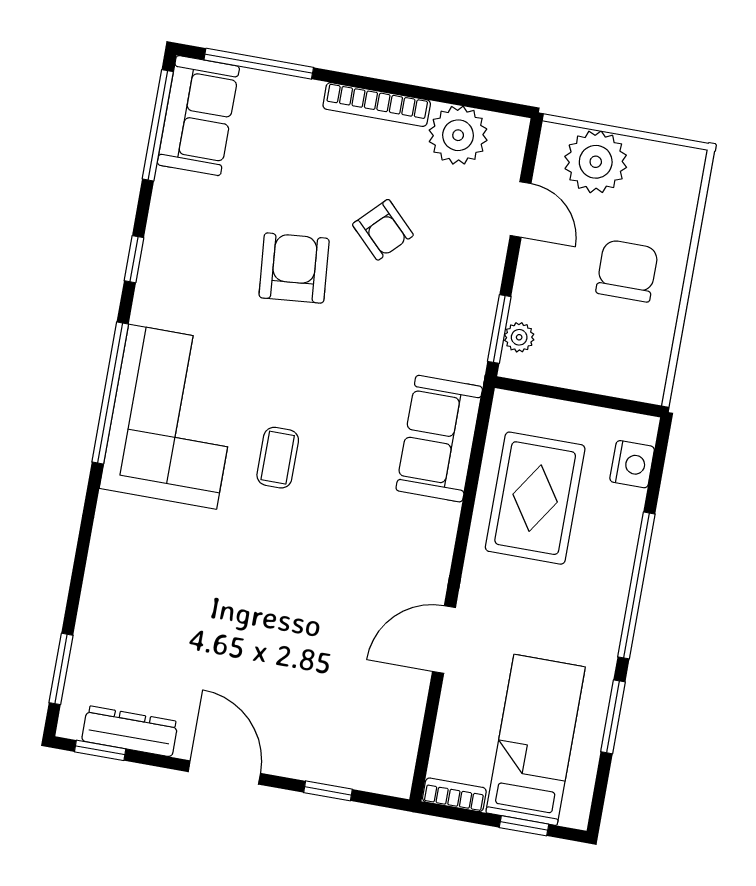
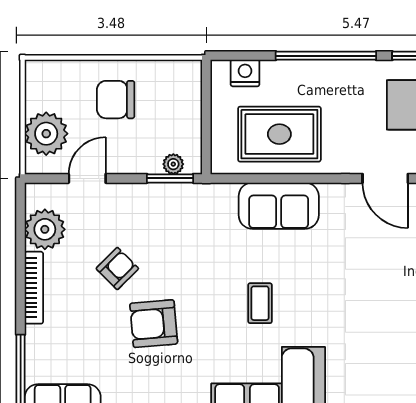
sofa: (439, 439) -> (279, 206), moved
coffee table: (278, 458) -> (260, 303), moved, turned 90

